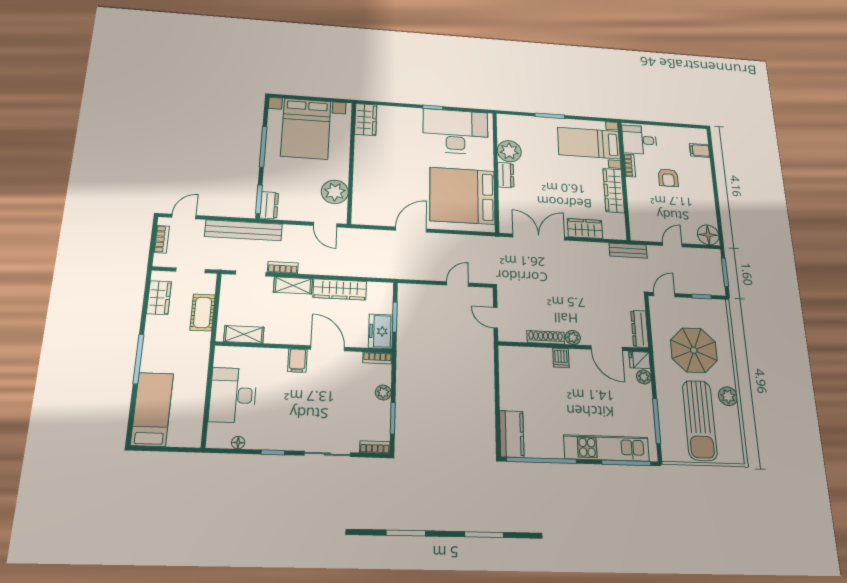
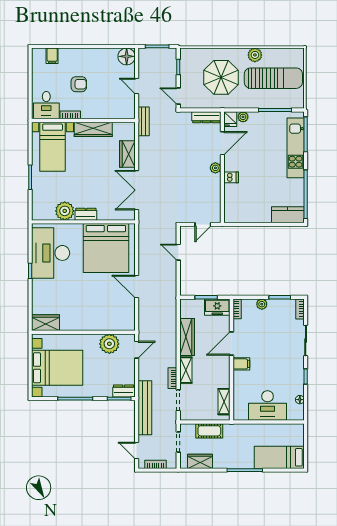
shoe rack: (546, 337) -> (216, 188), removed

